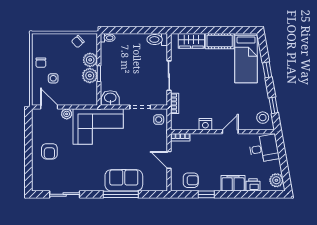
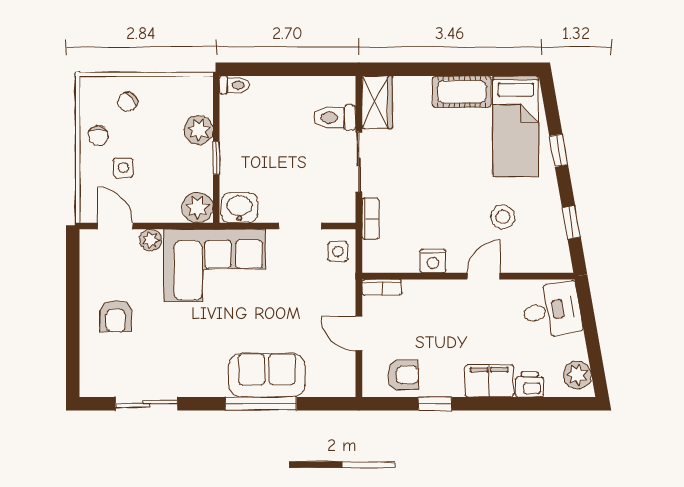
toilet: (157, 39) -> (335, 118), moved
wardrobe: (191, 41) -> (377, 102), moved, turned -90
chair: (78, 42) -> (128, 102), moved
plant: (90, 76) -> (198, 207), moved
stool: (263, 118) -> (503, 217), moved

